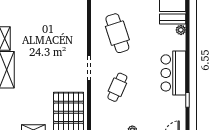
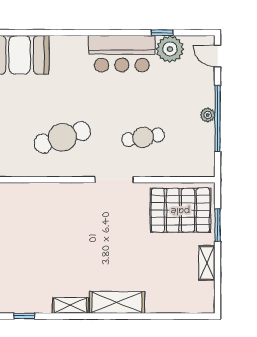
plant: (181, 30) -> (170, 49), moved, width x1.88, depth x1.88
cafe table: (117, 87) -> (143, 137), turned -33

